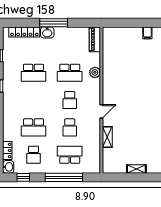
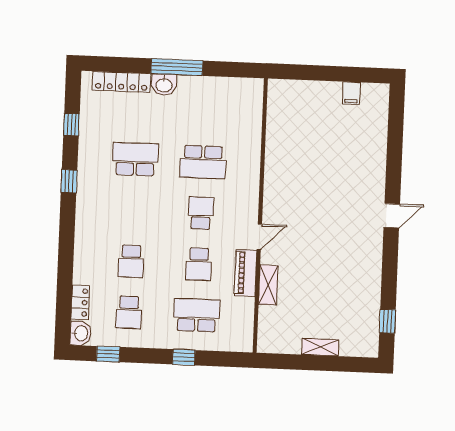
piano: (95, 39) -> (245, 273), moved
plant: (95, 72) -> (250, 163), removed
school desk: (33, 73) -> (135, 159), turned 180
school desk: (70, 100) -> (201, 213), turned 180
school desk: (33, 127) -> (131, 261), width x0.54
window: (64, 177) -> (184, 357), width x0.32

